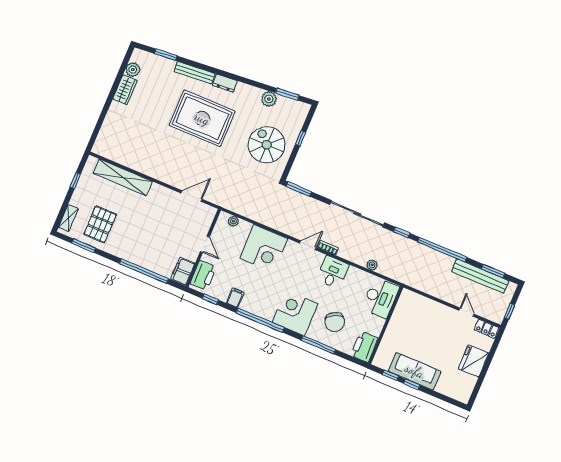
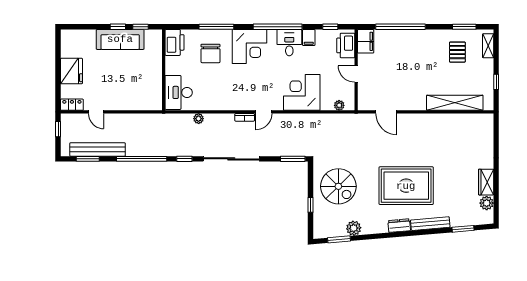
door: (191, 196) -> (386, 112), hinge flipped
pallet: (100, 224) -> (457, 52), width x0.67, depth x0.71
desk: (333, 272) -> (289, 43), moved, turned 180
chair: (335, 322) -> (210, 53), turned -151

